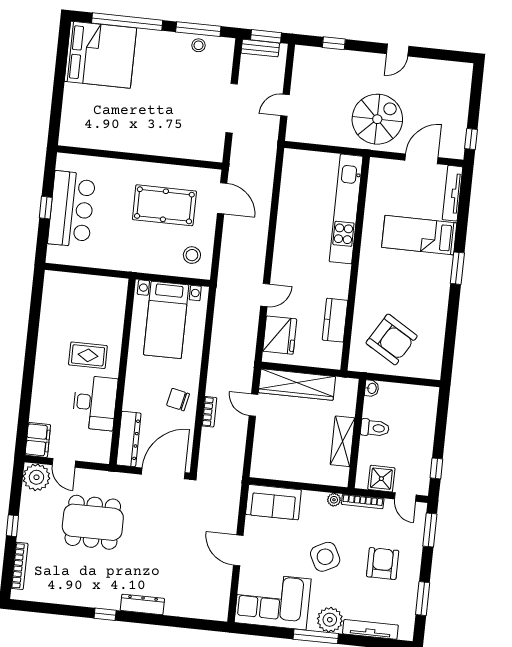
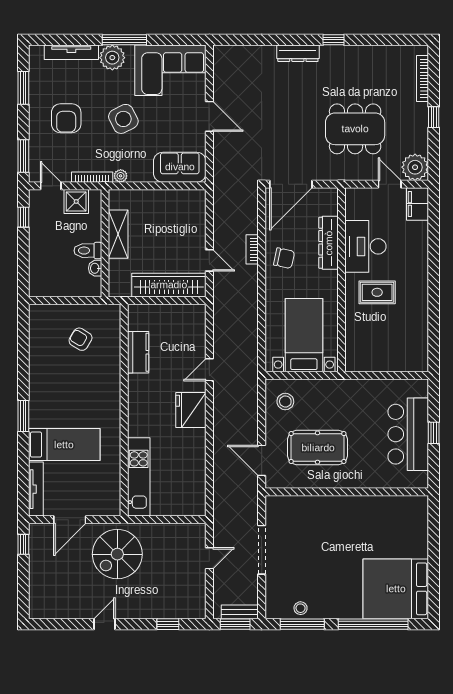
kitchen unit: (346, 209) -> (139, 477), width x0.73
fridge: (280, 335) -> (191, 410), moved
armchair: (392, 339) -> (81, 339), width x0.53, depth x0.53
washbasin: (372, 388) -> (95, 268), moved
dresser: (129, 439) -> (329, 243), moved

